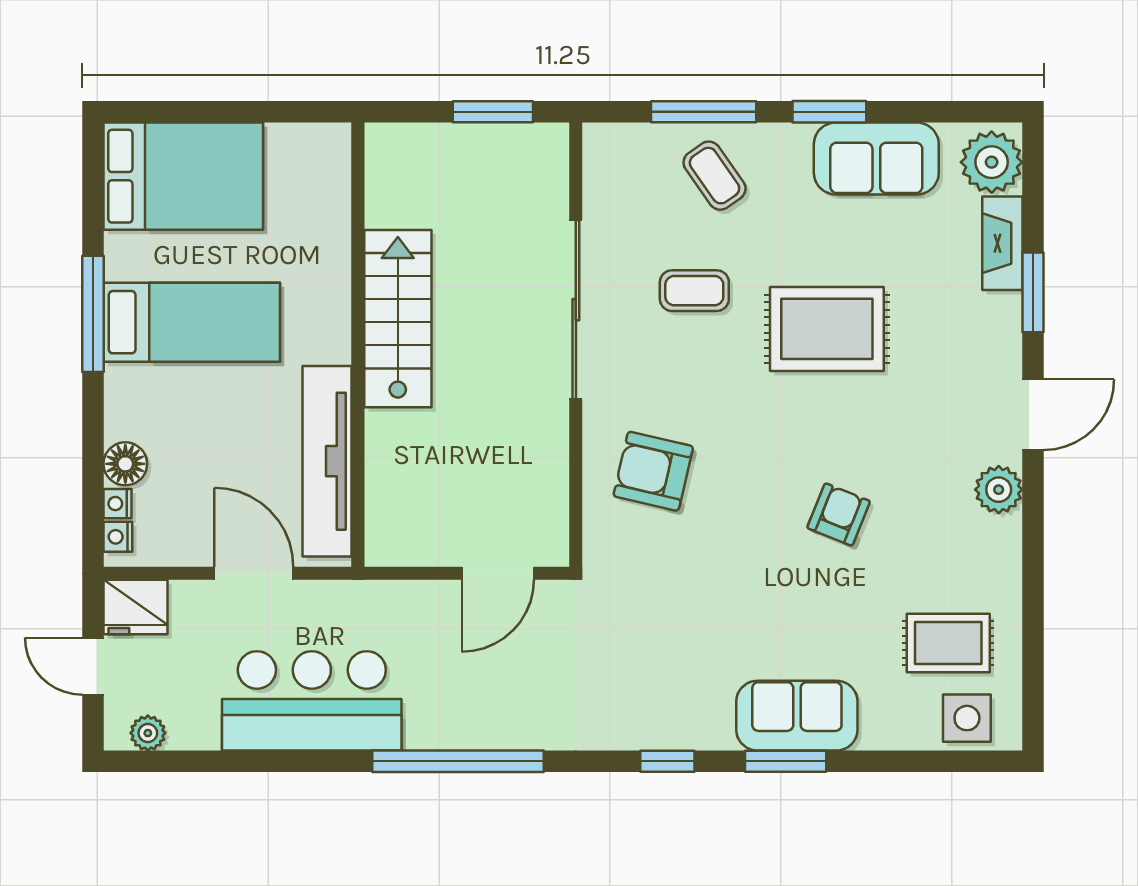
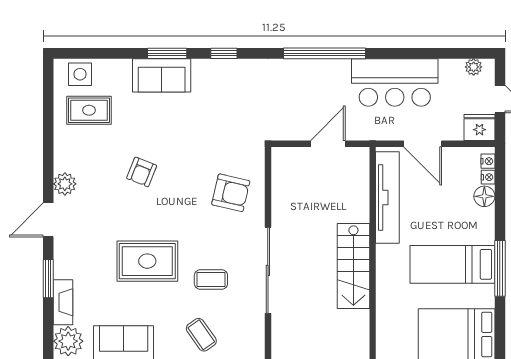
door: (498, 573) -> (328, 144), moved

